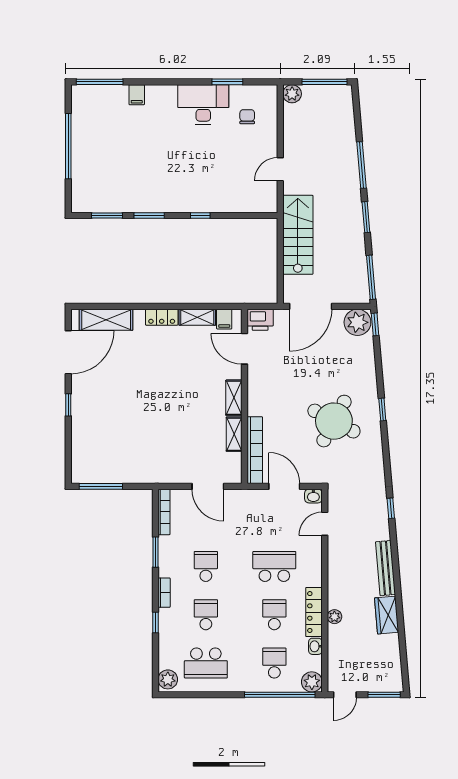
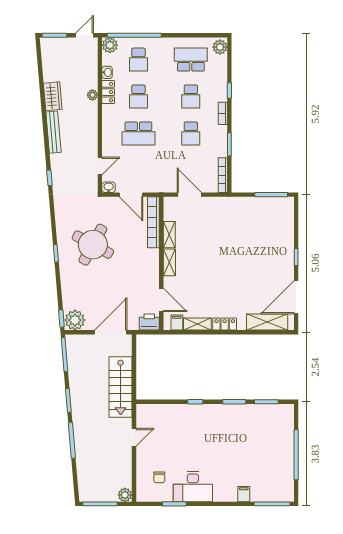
locker: (314, 612) -> (108, 92), width x0.66

